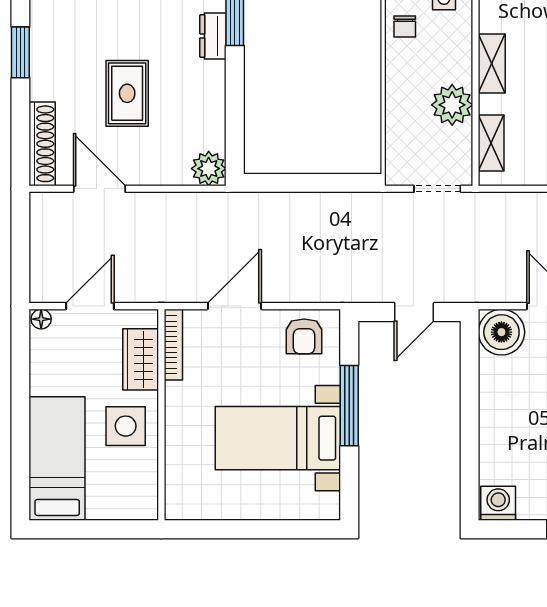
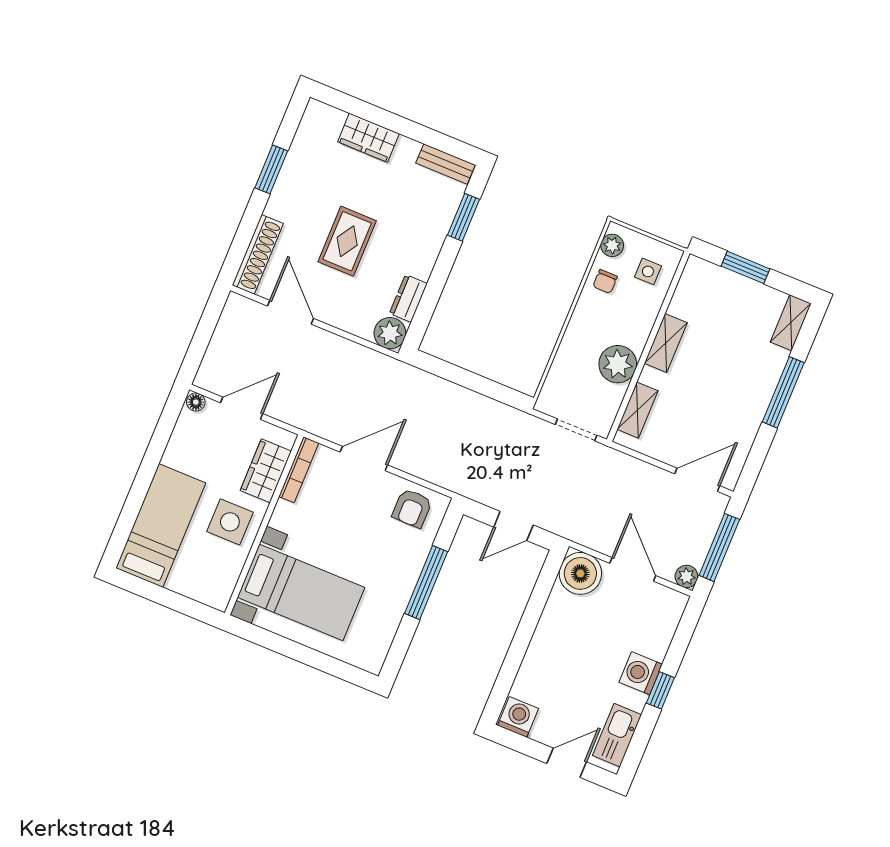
dresser: (213, 36) -> (408, 298), moved
bed with nightstands: (278, 438) -> (301, 592), moved, turned 180

